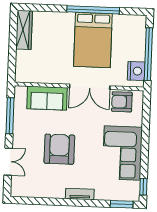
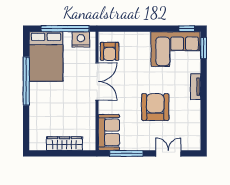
wardrobe: (24, 30) -> (64, 144), moved
bed: (93, 40) -> (46, 57), moved, turned 90
sofa: (47, 98) -> (109, 132), moved
armchair: (59, 149) -> (155, 107), turned 90
corner sofa: (122, 153) -> (175, 49), moved

